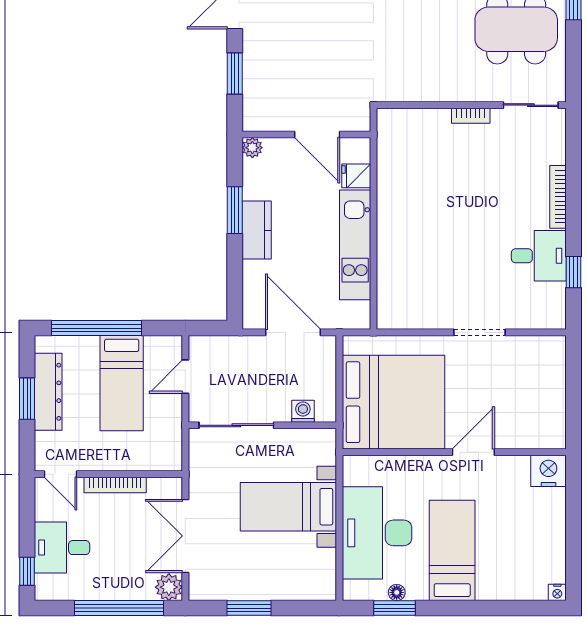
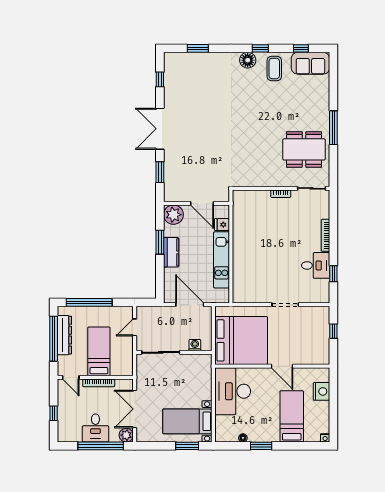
plant: (252, 148) -> (173, 215), width x1.87, depth x1.87
bed: (122, 383) -> (99, 351), moved, turned 180
window: (573, 384) -> (333, 331), added
window: (27, 399) -> (54, 339), width x2.11
door: (473, 452) -> (282, 366), swing flipped
nightstand: (548, 471) -> (321, 391), moved, turned 90
bed with nightstands: (288, 507) -> (187, 421), moved
desk: (377, 533) -> (233, 391), moved
desk: (62, 548) -> (95, 428), moved, turned -90
bed: (452, 550) -> (292, 416), moved
window: (27, 571) -> (54, 413), moved
window: (249, 608) -> (187, 446), moved
window: (394, 608) -> (261, 446), moved

